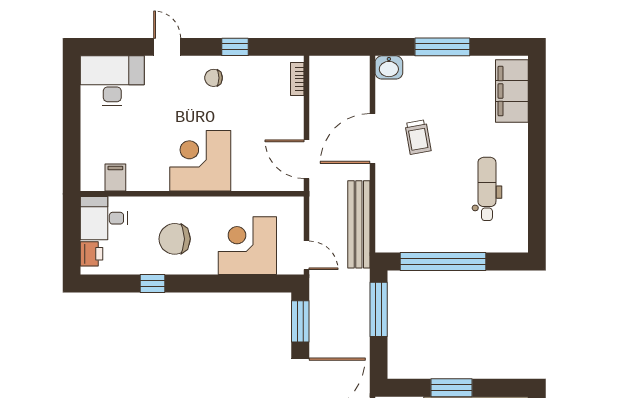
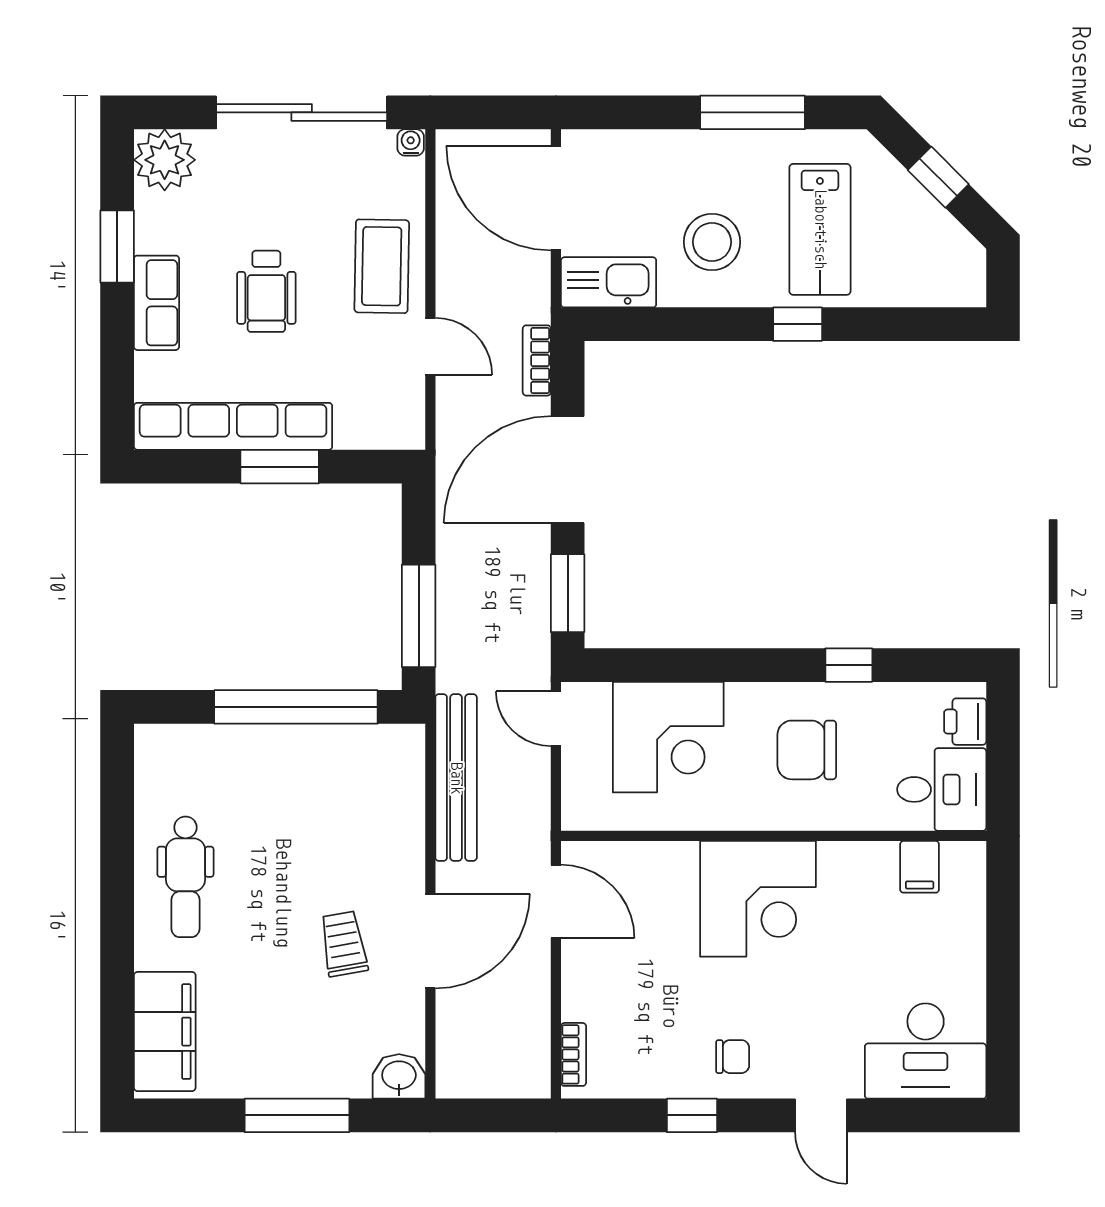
dental chair: (487, 189) -> (185, 877), moved
chair: (175, 239) -> (807, 750), turned 180

